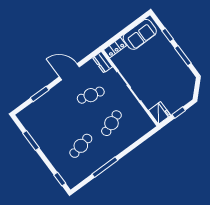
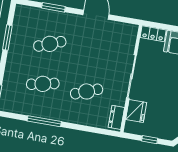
dresser: (103, 62) -> (116, 117), moved
cafe table: (91, 95) -> (50, 44), moved, turned -36
fridge: (160, 113) -> (136, 111), moved

